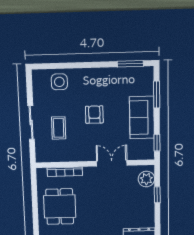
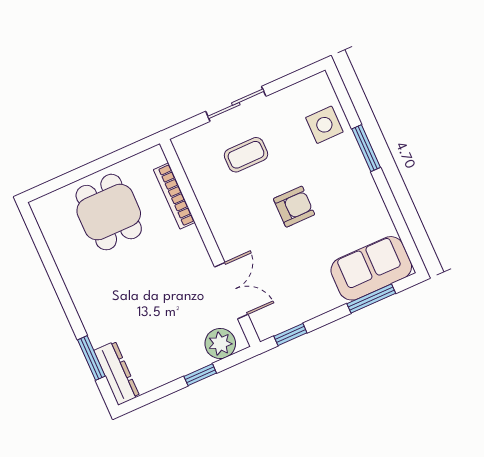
window: (130, 64) -> (366, 148), moved
sofa: (142, 118) -> (371, 268), moved
double door: (112, 163) -> (231, 291), moved
dining table: (60, 207) -> (109, 212), turned 90

